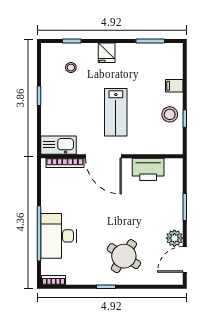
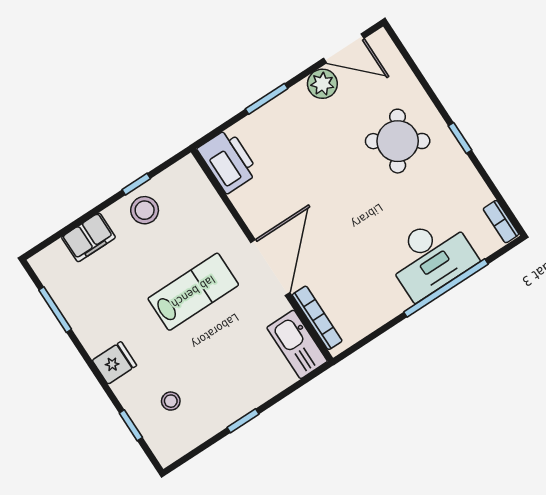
filing cabinet: (174, 86) -> (89, 237), width x2.00
printer: (148, 169) -> (228, 161), moved

